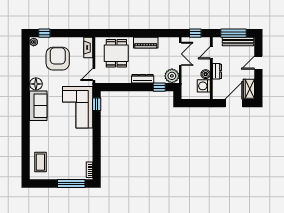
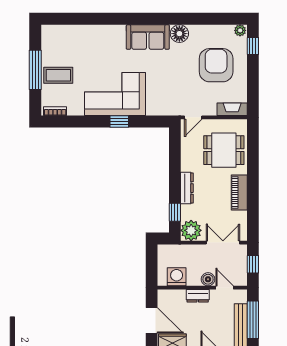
double door: (180, 54) -> (223, 243), swing flipped
armchair: (58, 59) -> (216, 65), turned -90
door: (94, 74) -> (193, 117), swing flipped
boiler: (206, 74) -> (208, 279), moved
window: (97, 104) -> (119, 122), moved
corner sofa: (78, 107) -> (115, 94), moved
coffee table: (40, 162) -> (58, 75), moved
window: (71, 184) -> (35, 70), moved

